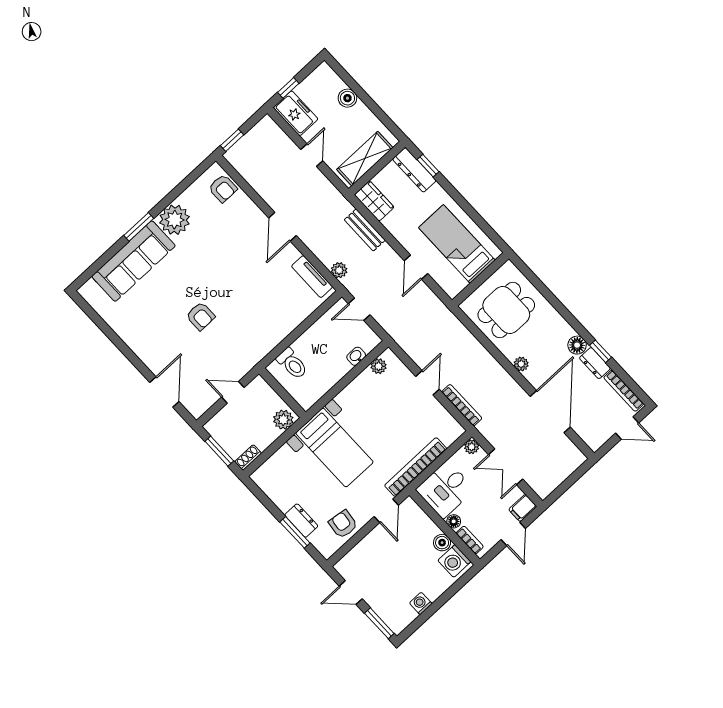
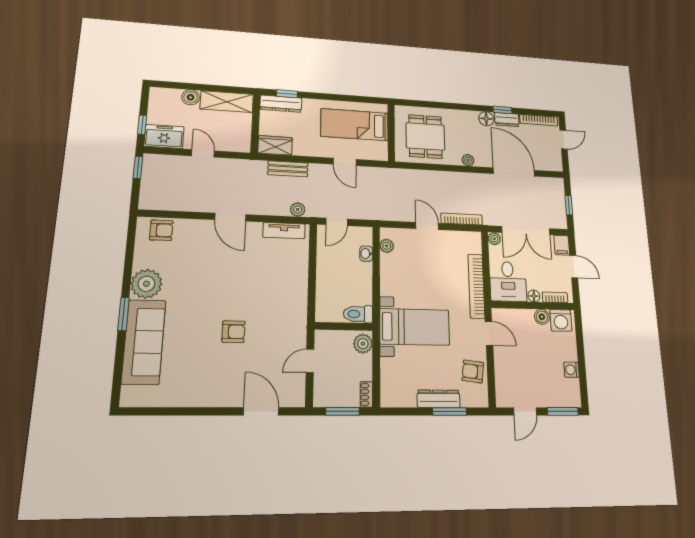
window: (232, 140) -> (138, 167), moved
shelving: (365, 159) -> (227, 102), moved, turned 90
toilet: (292, 364) -> (358, 314), moved, turned 180
double door: (506, 467) -> (526, 231), width x1.37
window: (567, 484) -> (569, 205), added
dresser: (301, 521) -> (439, 399), width x1.44

